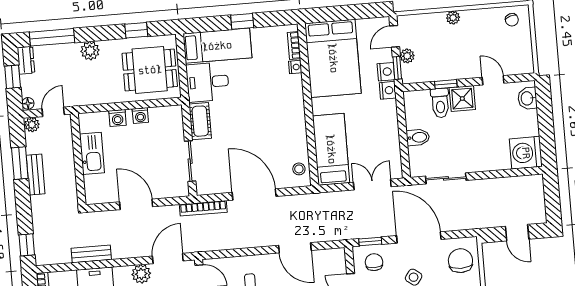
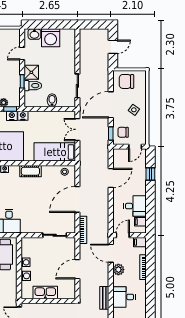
cot: (200, 121) -> (30, 171), moved
washing machine: (526, 153) -> (51, 38), moved

